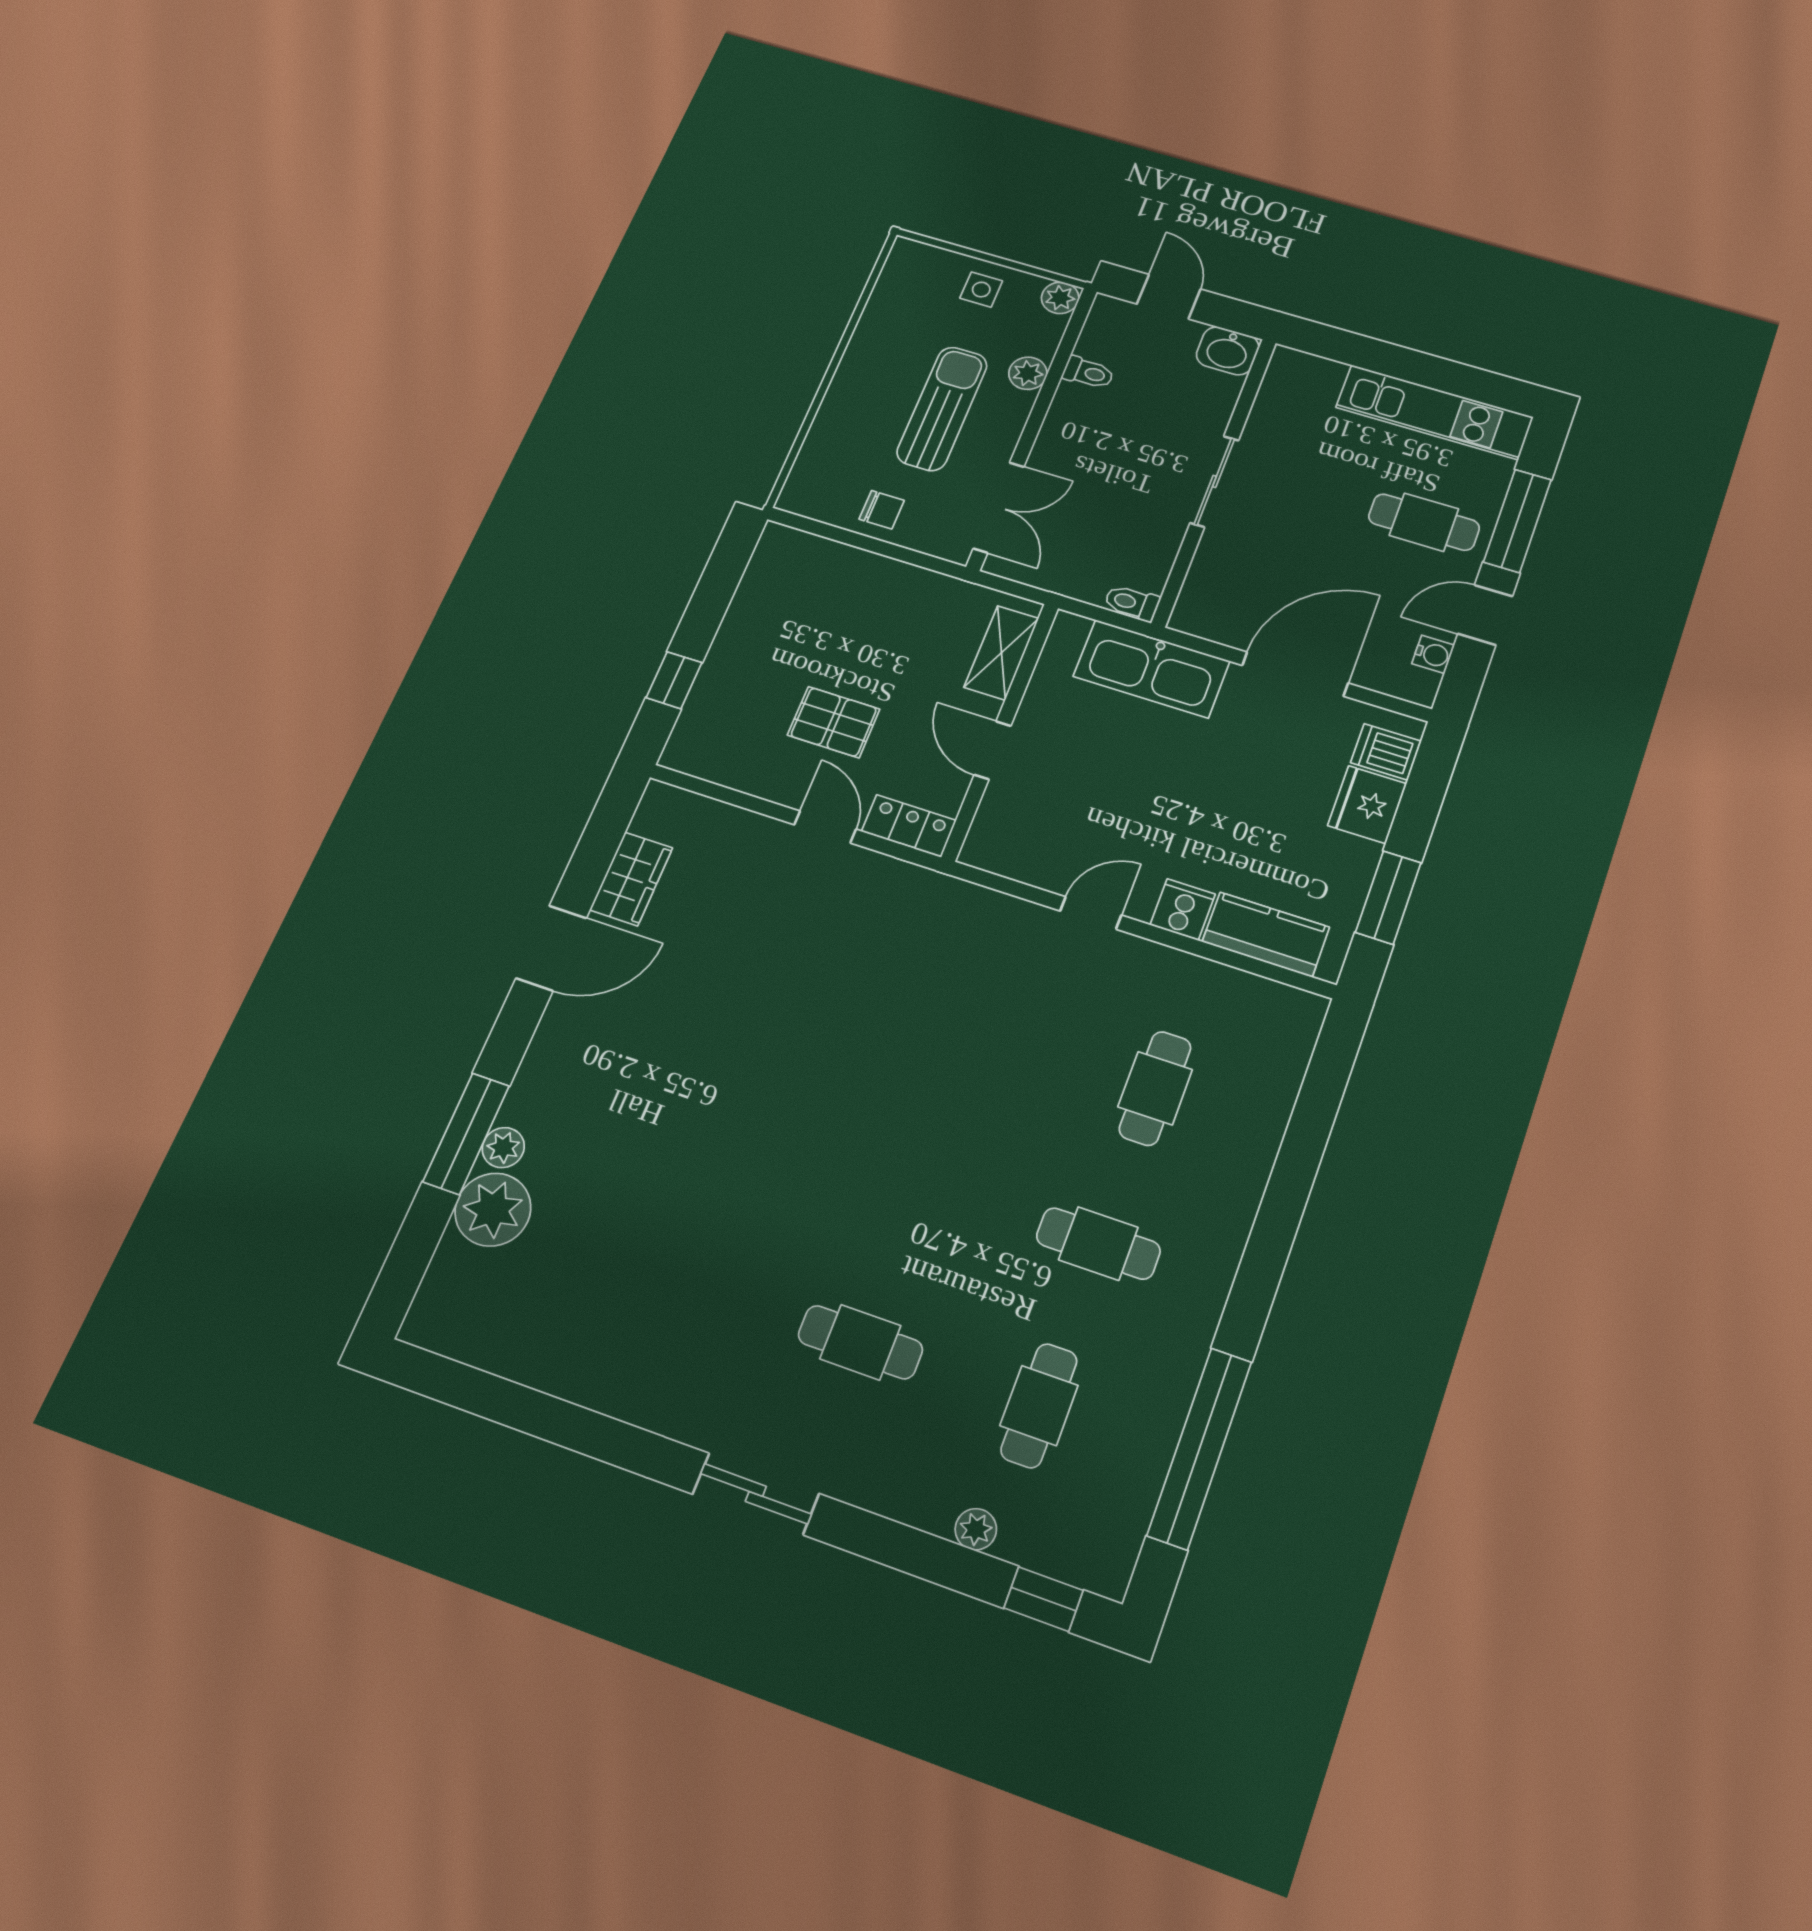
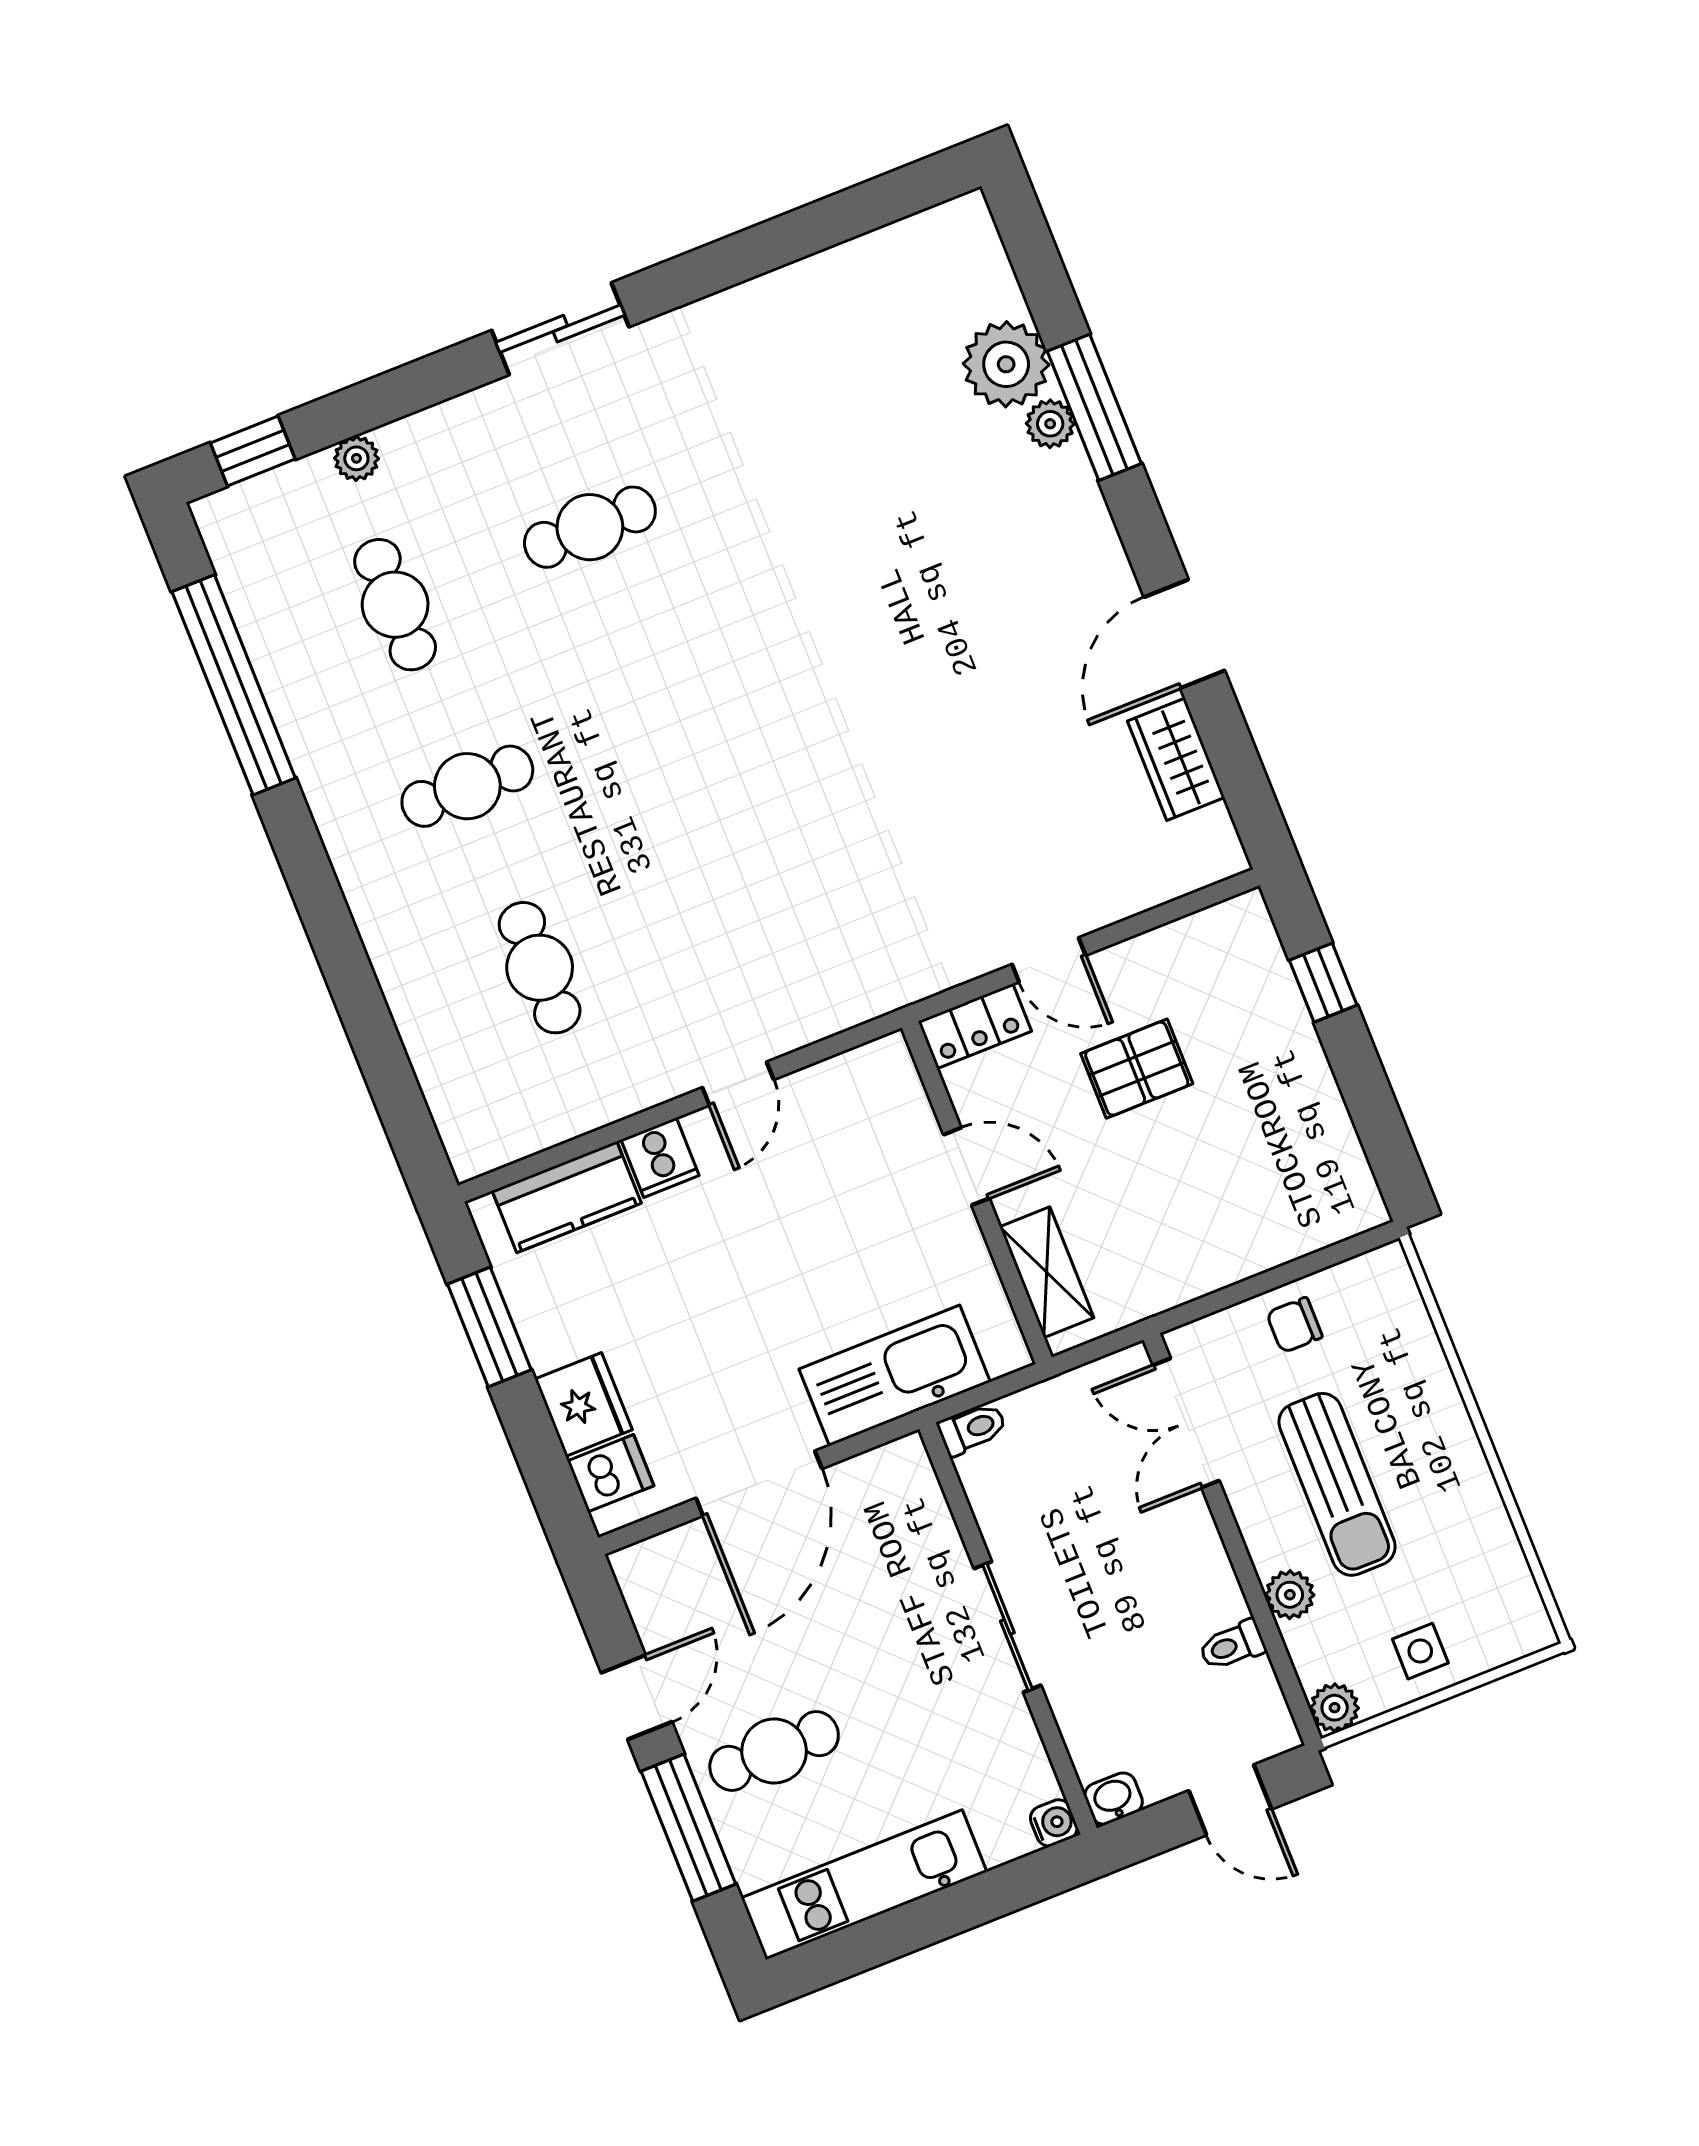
washbasin: (1228, 351) -> (1114, 1799), width x0.72, depth x0.69
water cooler: (1433, 654) -> (1054, 1823), moved, turned 180

